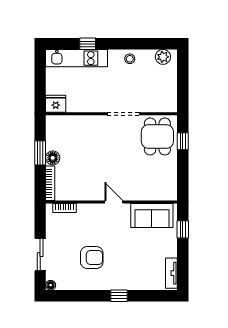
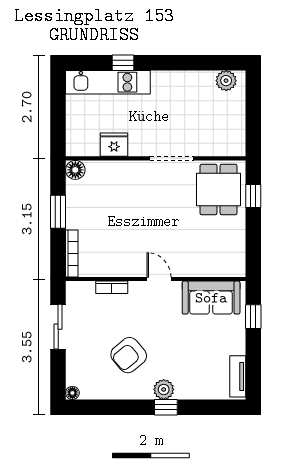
stool: (130, 59) -> (181, 83), removed
fridge: (56, 104) -> (114, 145), moved
floor lamp: (53, 158) -> (75, 170), moved
bookcase: (65, 208) -> (112, 287), moved
sliding door: (40, 255) -> (58, 327), moved
armchair: (92, 258) -> (129, 355), turned 140
plant: (117, 283) -> (164, 389), added

